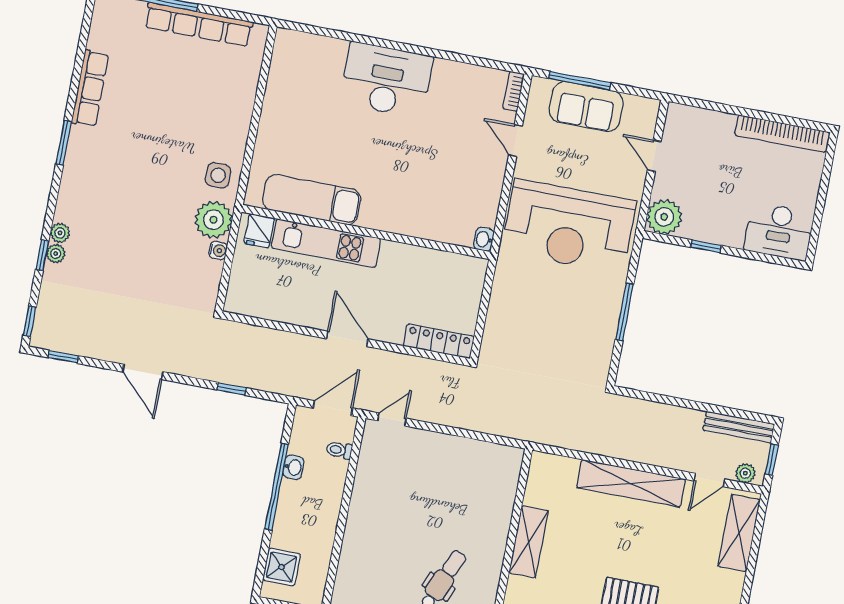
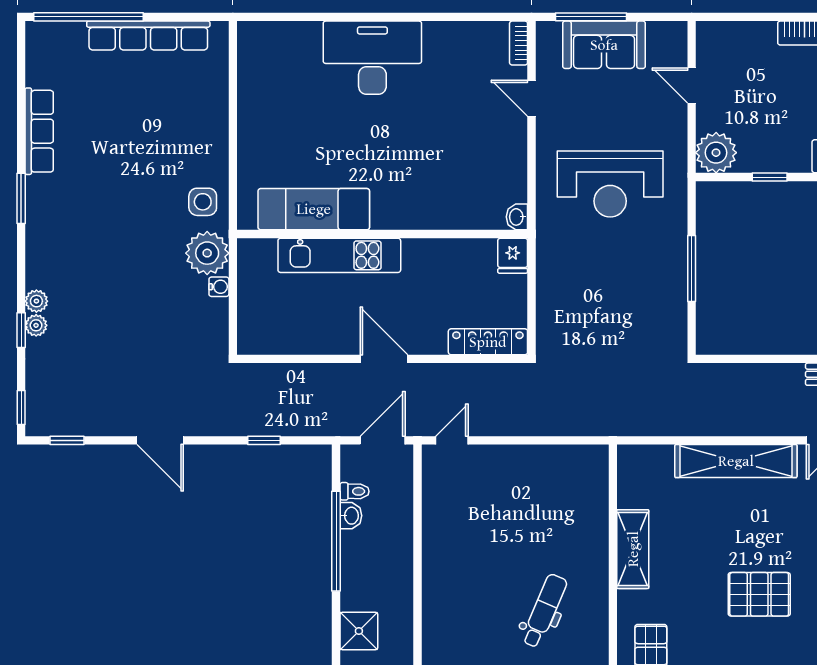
reception desk: (569, 226) -> (610, 184), width x0.74, depth x0.77
fridge: (259, 231) -> (513, 256), moved
toilet: (339, 450) -> (355, 491), moved, turned 180

